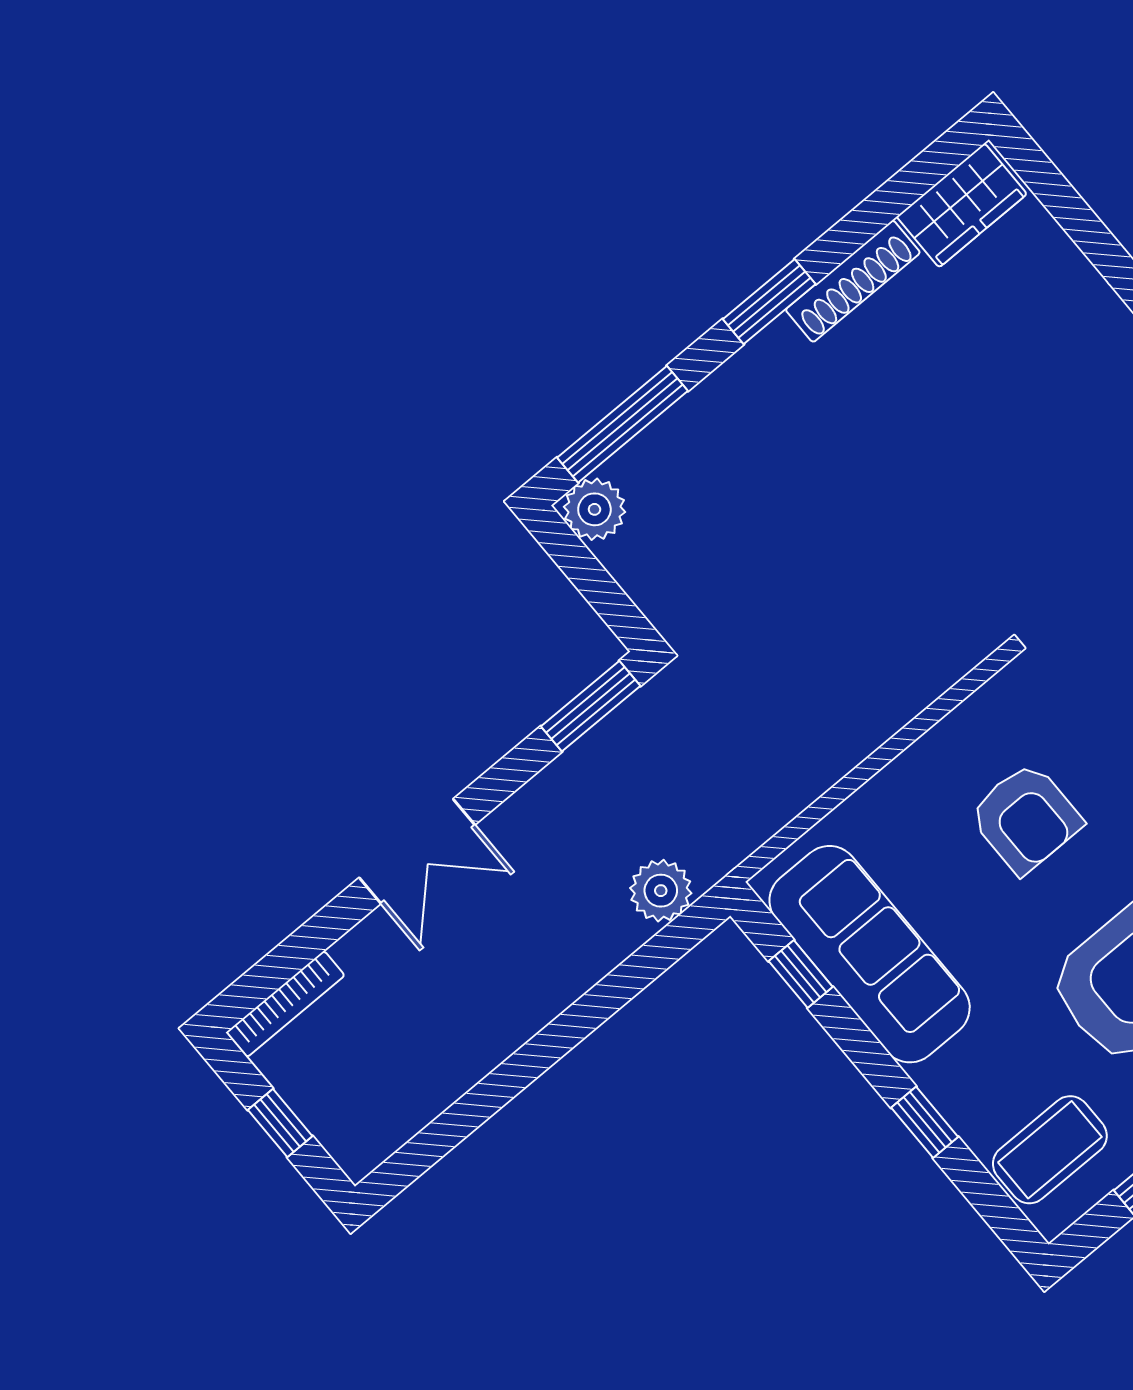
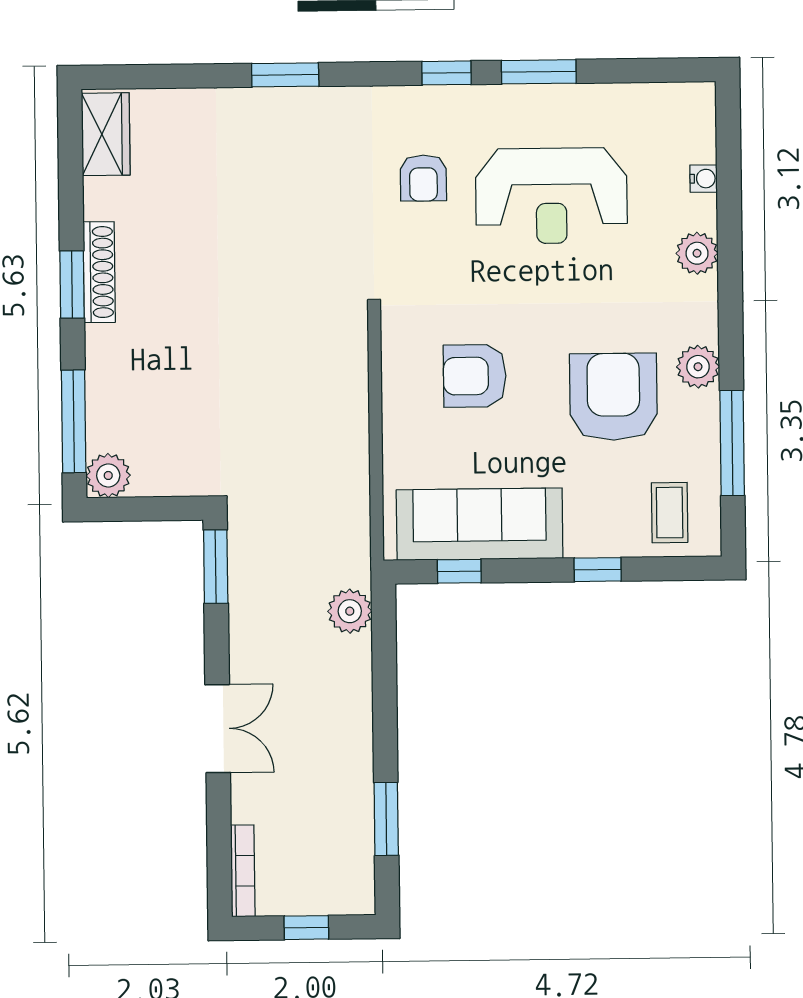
shoe rack: (853, 281) -> (99, 272), moved
armchair: (1026, 818) -> (475, 376), turned 180
window: (468, 1113) -> (386, 819), added
coffee table: (1050, 1150) -> (670, 513), width x0.73, depth x0.77

